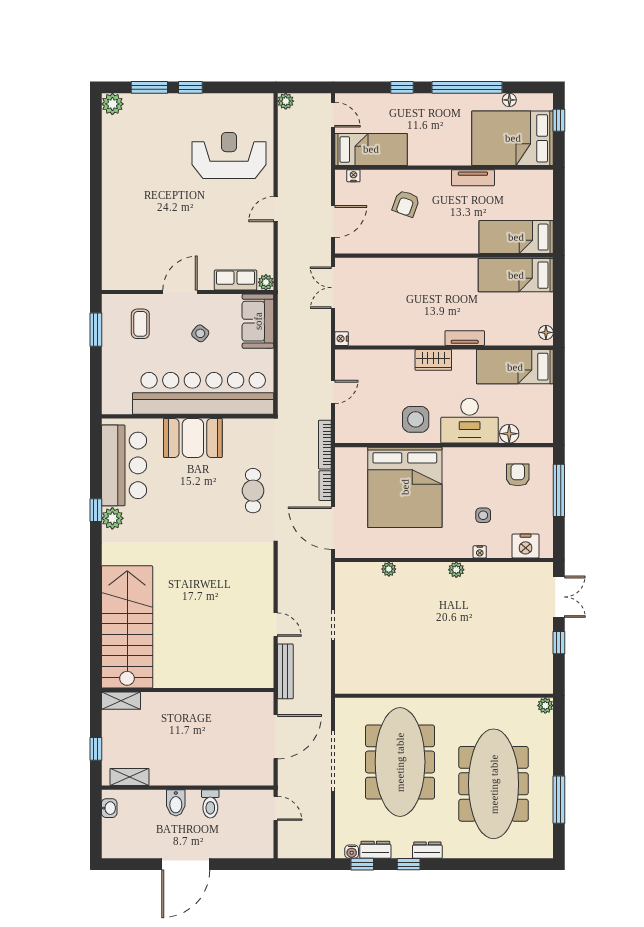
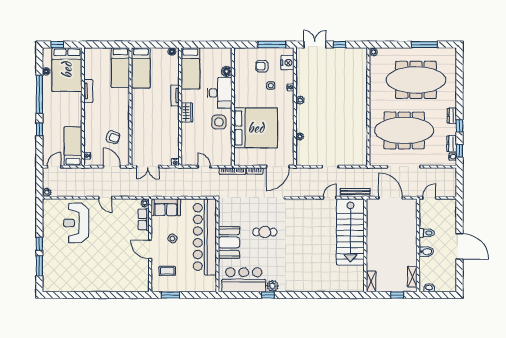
plant: (112, 104) -> (48, 286), removed
armchair: (406, 204) -> (113, 137), moved
armchair: (518, 475) -> (262, 66), moved
window: (559, 490) -> (272, 45), moved
cafe table: (253, 491) -> (265, 232), moved
stairs: (127, 627) -> (350, 232), moved, turned -90

